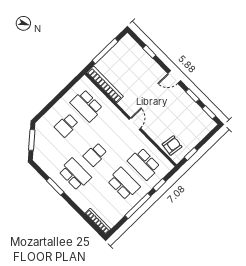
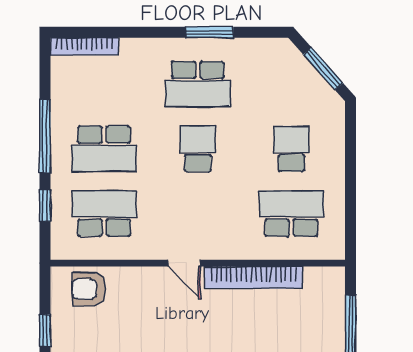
bookcase: (105, 84) -> (253, 278), moved
armchair: (172, 146) -> (89, 289), turned 82
window: (191, 154) -> (45, 331), moved

